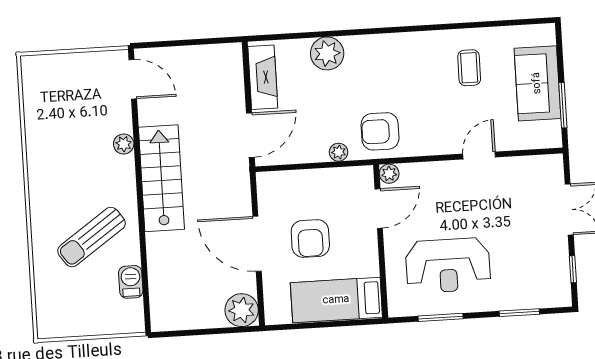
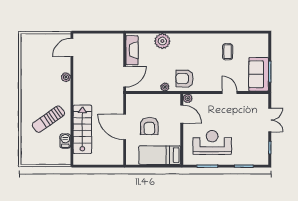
door: (133, 79) -> (72, 47), swing flipped
sofa: (537, 83) -> (259, 74), moved
door: (479, 156) -> (230, 93), hinge flipped
stairs: (161, 178) -> (82, 129), moved
door: (379, 209) -> (182, 114), hinge flipped
reception desk: (448, 265) -> (212, 142), turned 180
plant: (242, 310) -> (116, 157), removed

